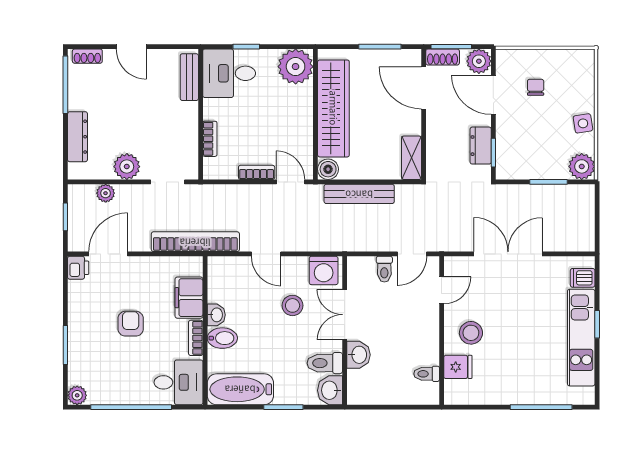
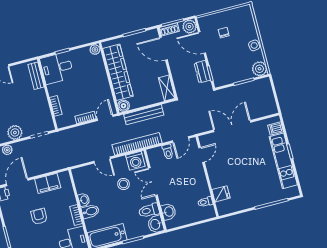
plant: (296, 67) -> (95, 50), width x0.53, depth x0.53
door: (291, 182) -> (105, 118), hinge flipped
bookcase: (195, 242) -> (137, 144), moved
filing cabinet: (189, 298) -> (48, 183), moved, turned -90
stool: (471, 333) -> (223, 174), removed
washbasin: (359, 355) -> (169, 212), moved

